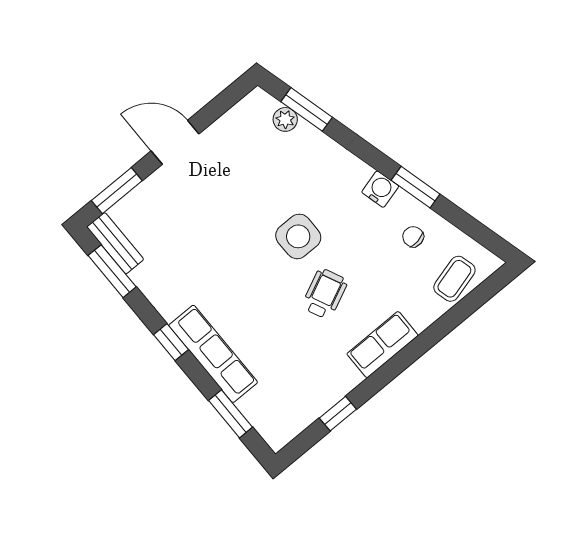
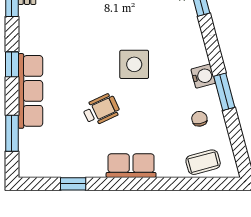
wheelchair: (325, 294) -> (101, 110), moved

